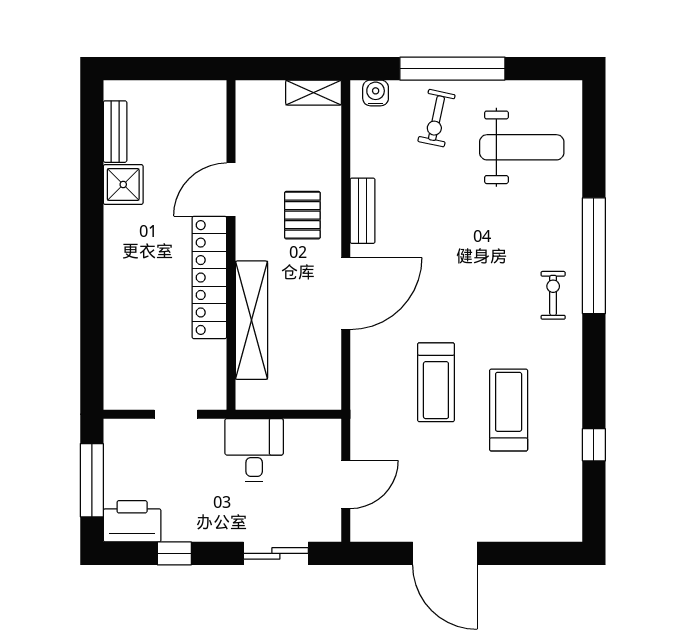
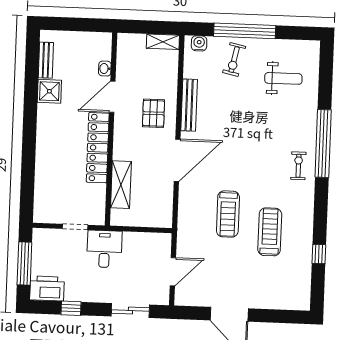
washbasin: (216, 142) -> (105, 69), added
weight bench: (522, 147) -> (283, 78), width x0.73, depth x0.75
bench: (363, 211) -> (189, 105), width x1.36
shelving: (251, 320) -> (121, 185), width x0.68
desk: (254, 450) -> (104, 249), moved

